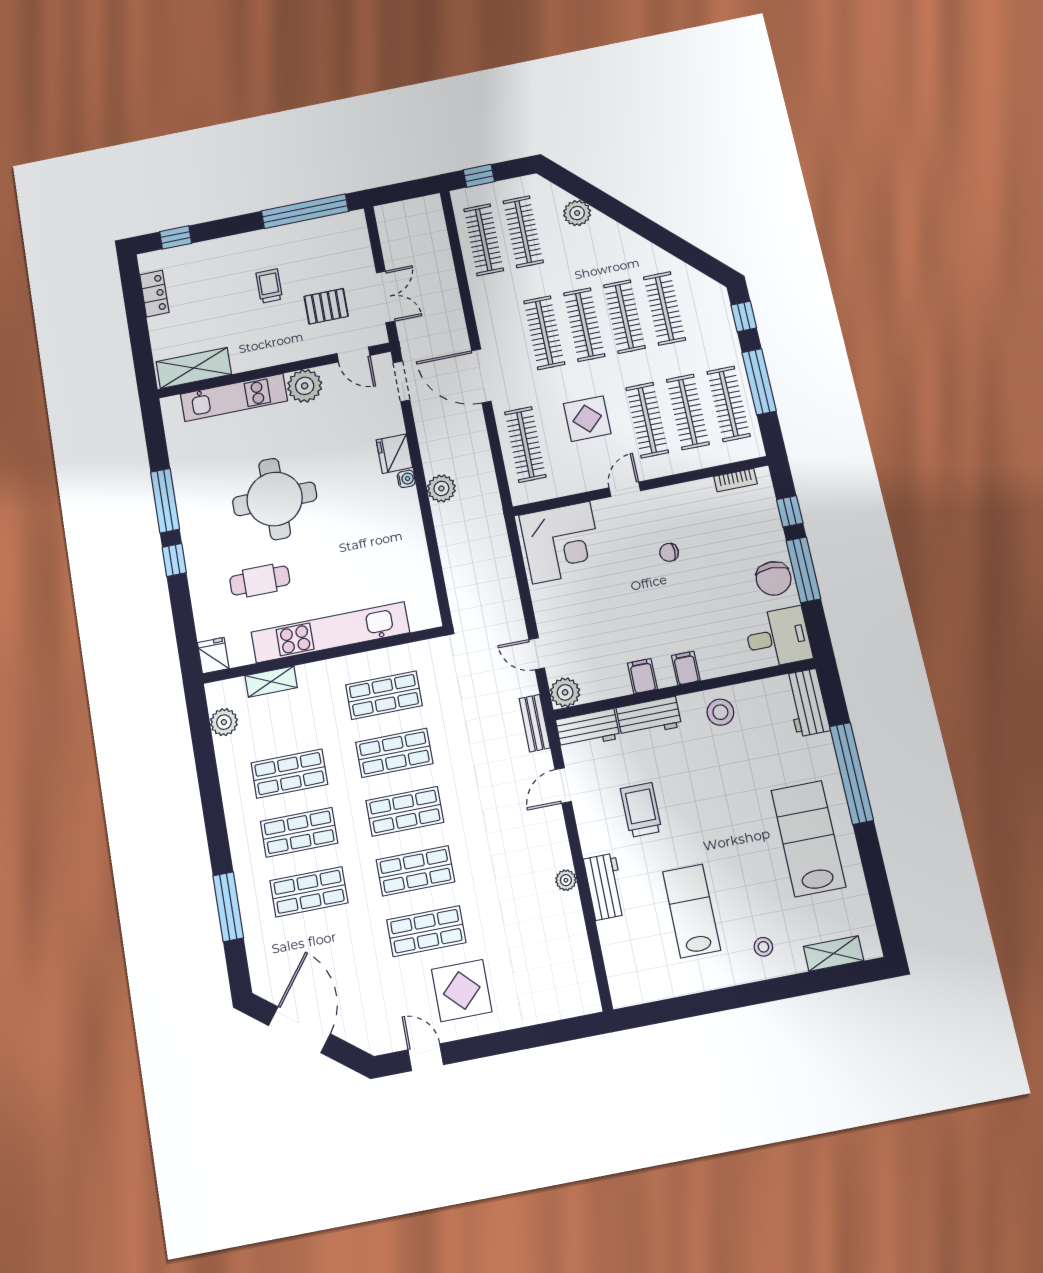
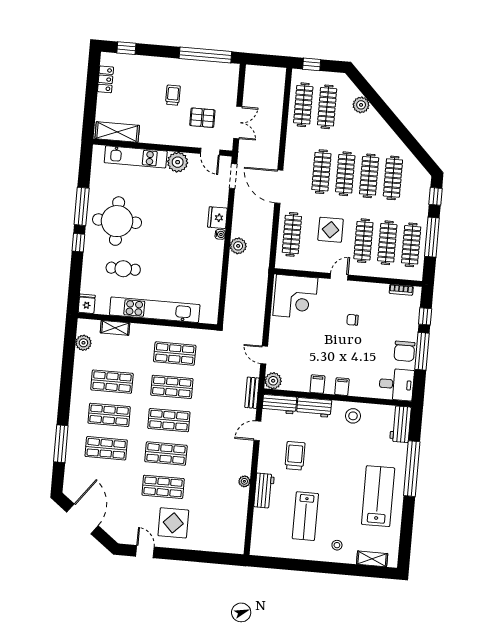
round table: (275, 499) -> (117, 221), moved
lab bench: (691, 911) -> (305, 516), turned 180

